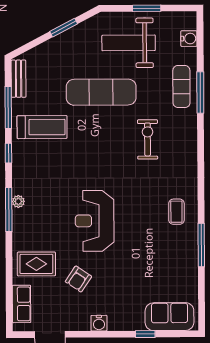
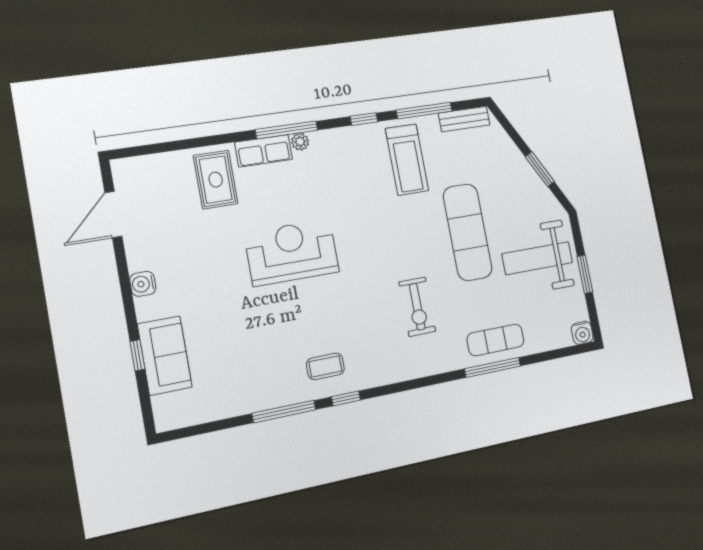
water cooler: (189, 39) -> (582, 333), moved
weight bench: (129, 43) -> (537, 258), turned -90
exercise bike: (148, 139) -> (417, 307), turned 90
window: (201, 201) -> (346, 398), added
armchair: (78, 279) -> (204, 243), removed
row of seats: (22, 304) -> (264, 151), moved
sofa: (169, 317) -> (165, 356), moved

